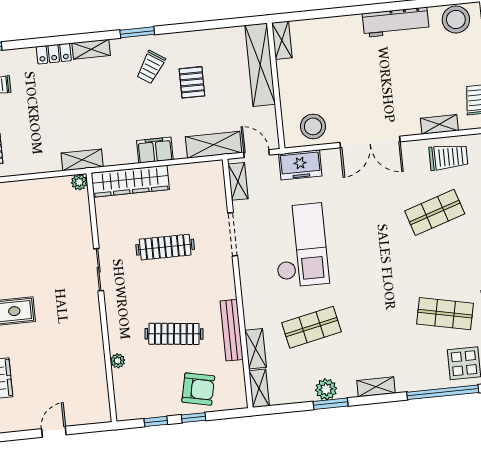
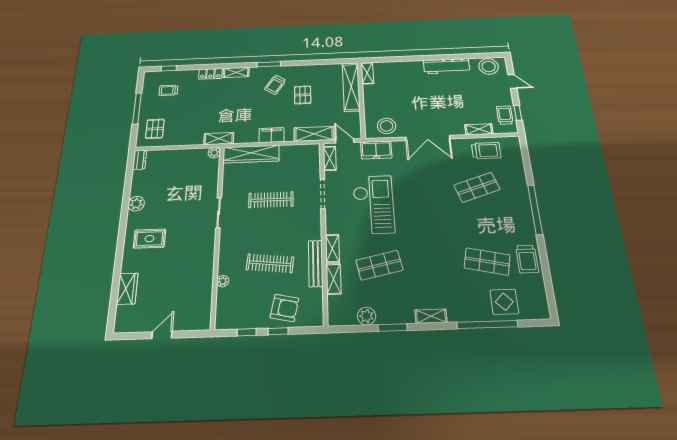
shelving: (259, 388) -> (332, 248), moved
plant: (326, 389) -> (367, 316), moved

